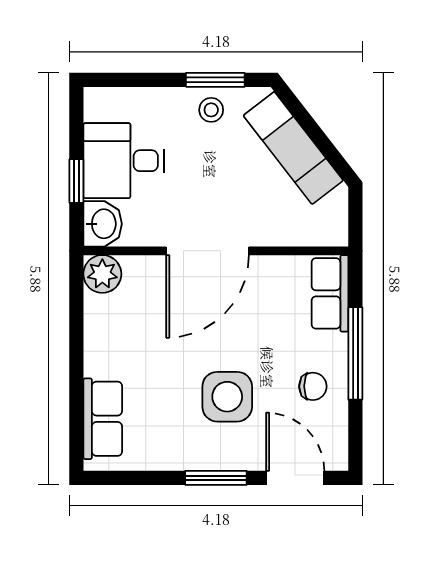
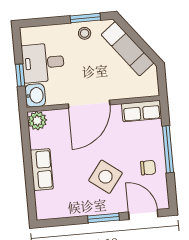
row of seats: (330, 293) -> (142, 111), moved, turned -90
side table: (227, 397) -> (105, 177), turned 37
row of seats: (103, 419) -> (42, 170), moved

